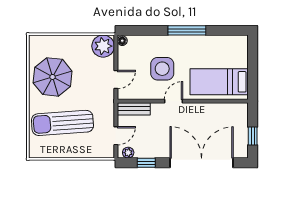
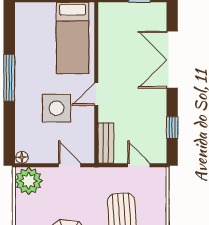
door: (174, 101) -> (96, 94), hinge flipped
plant: (128, 153) -> (160, 150), removed
double door: (202, 163) -> (172, 60), width x0.73

